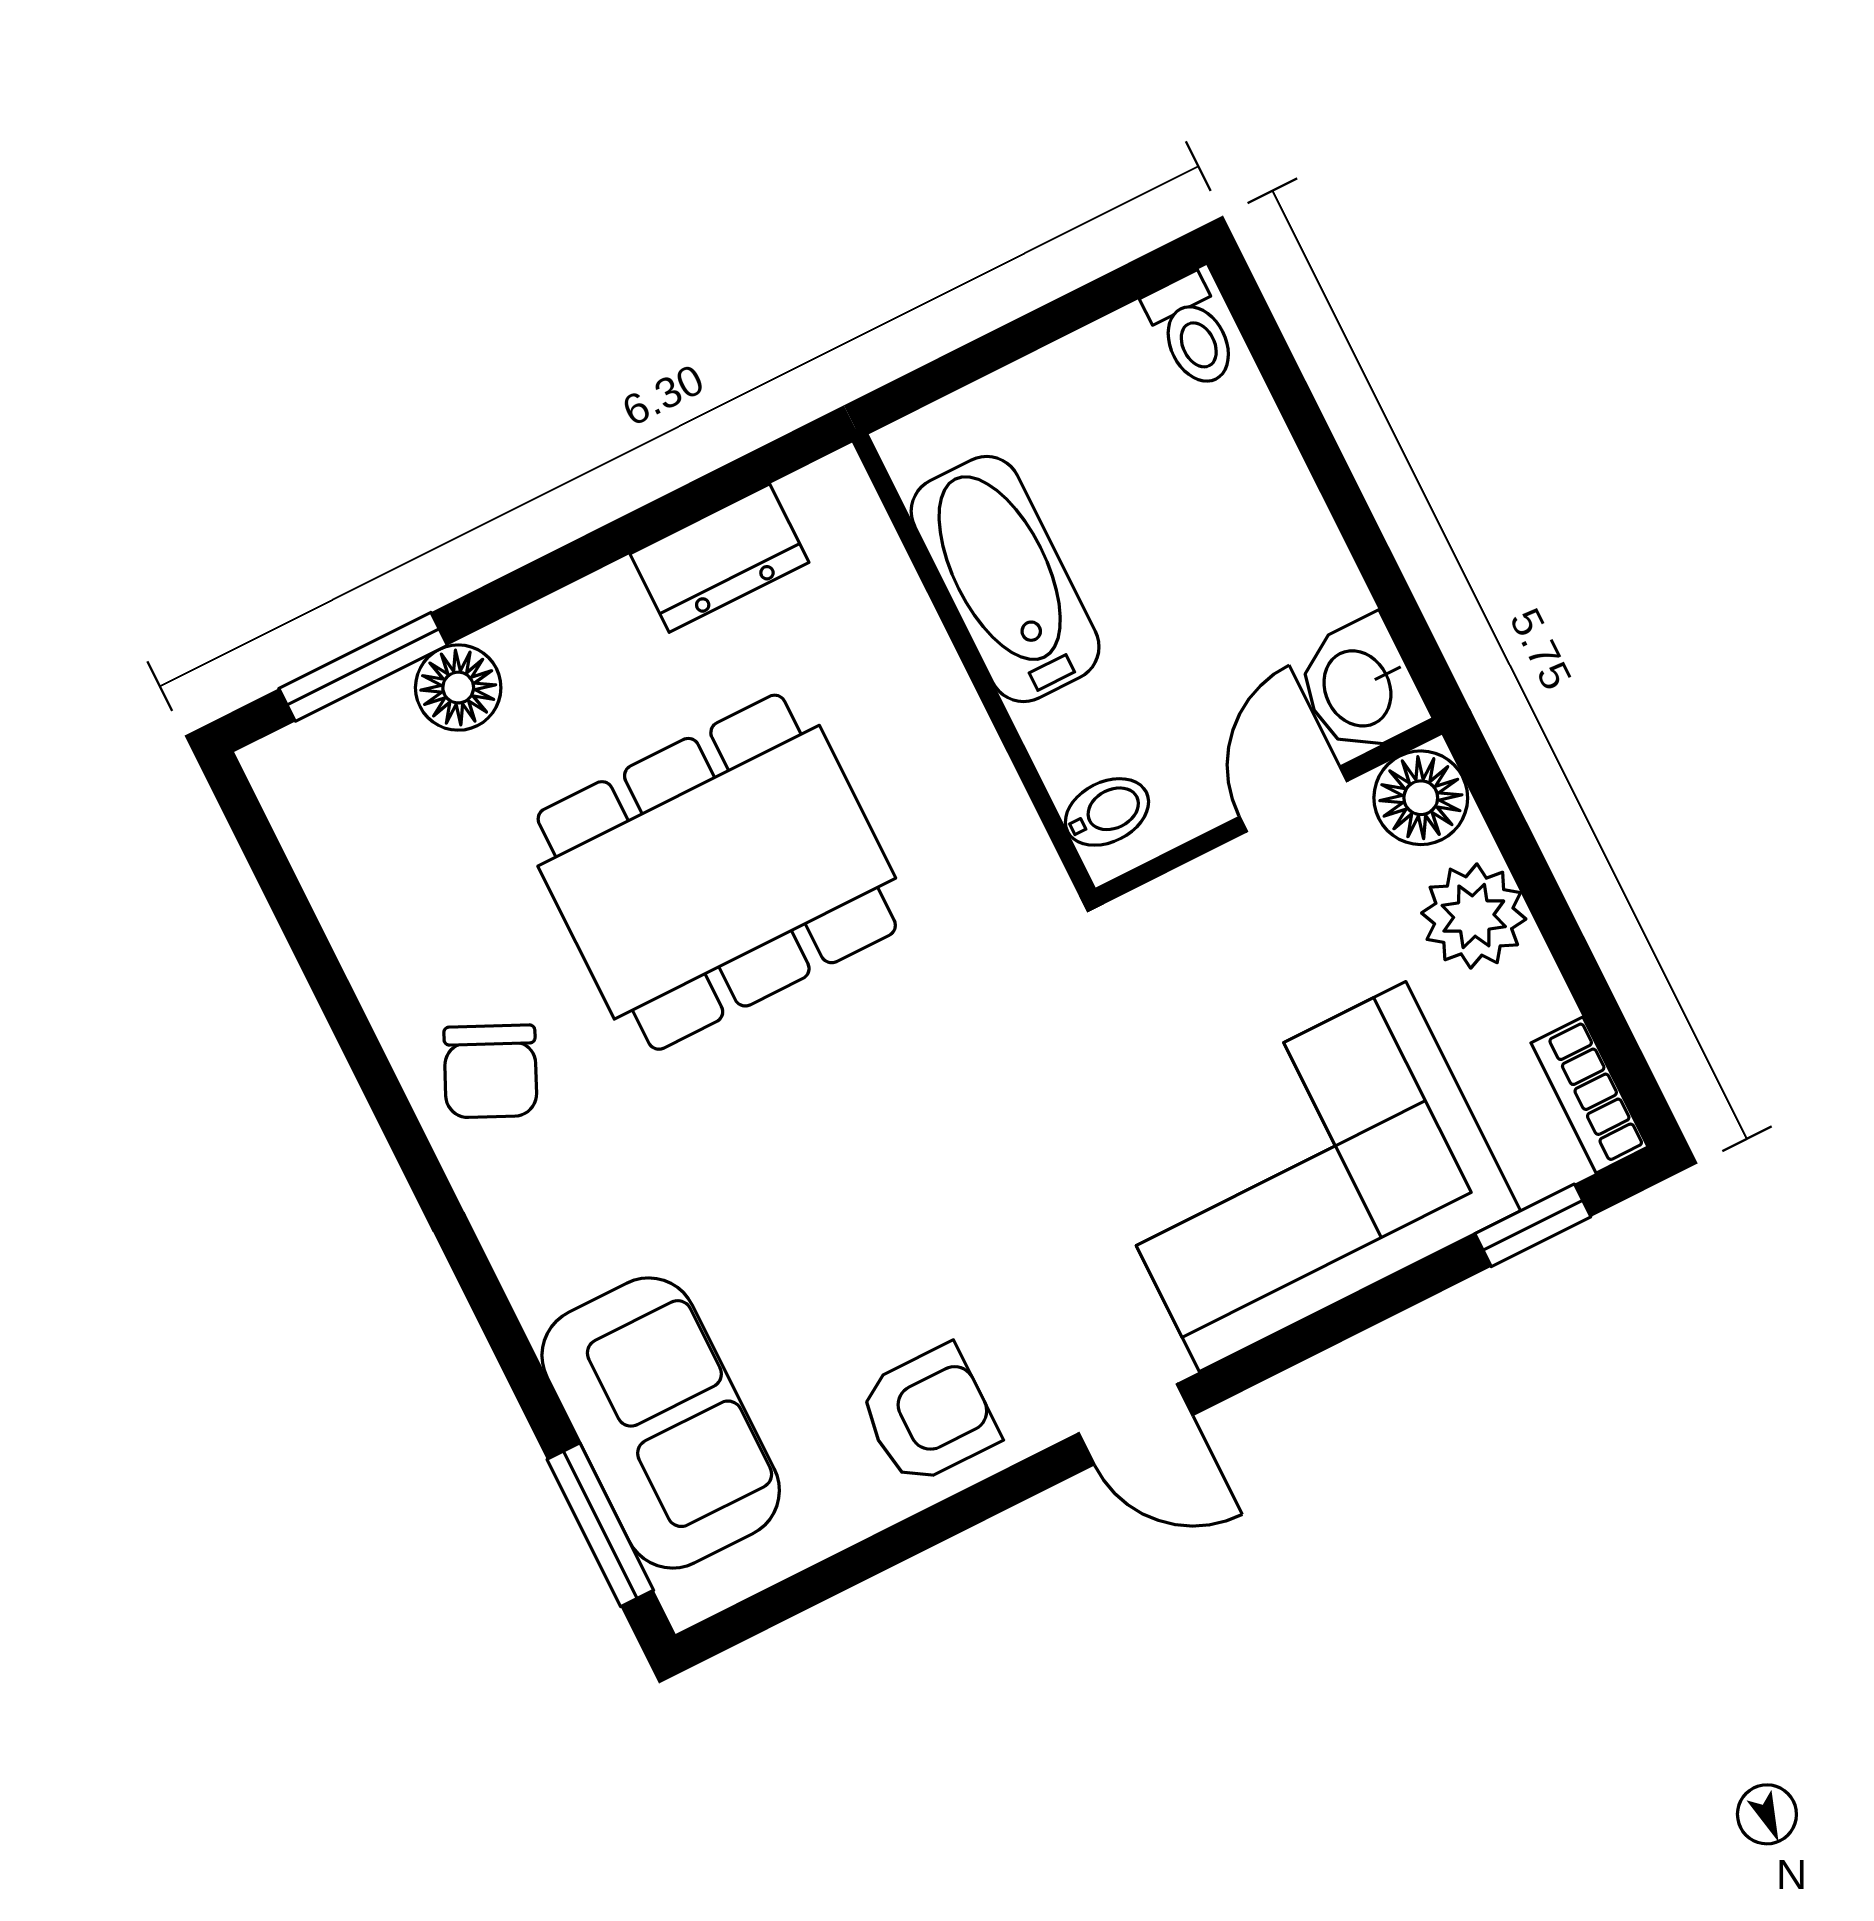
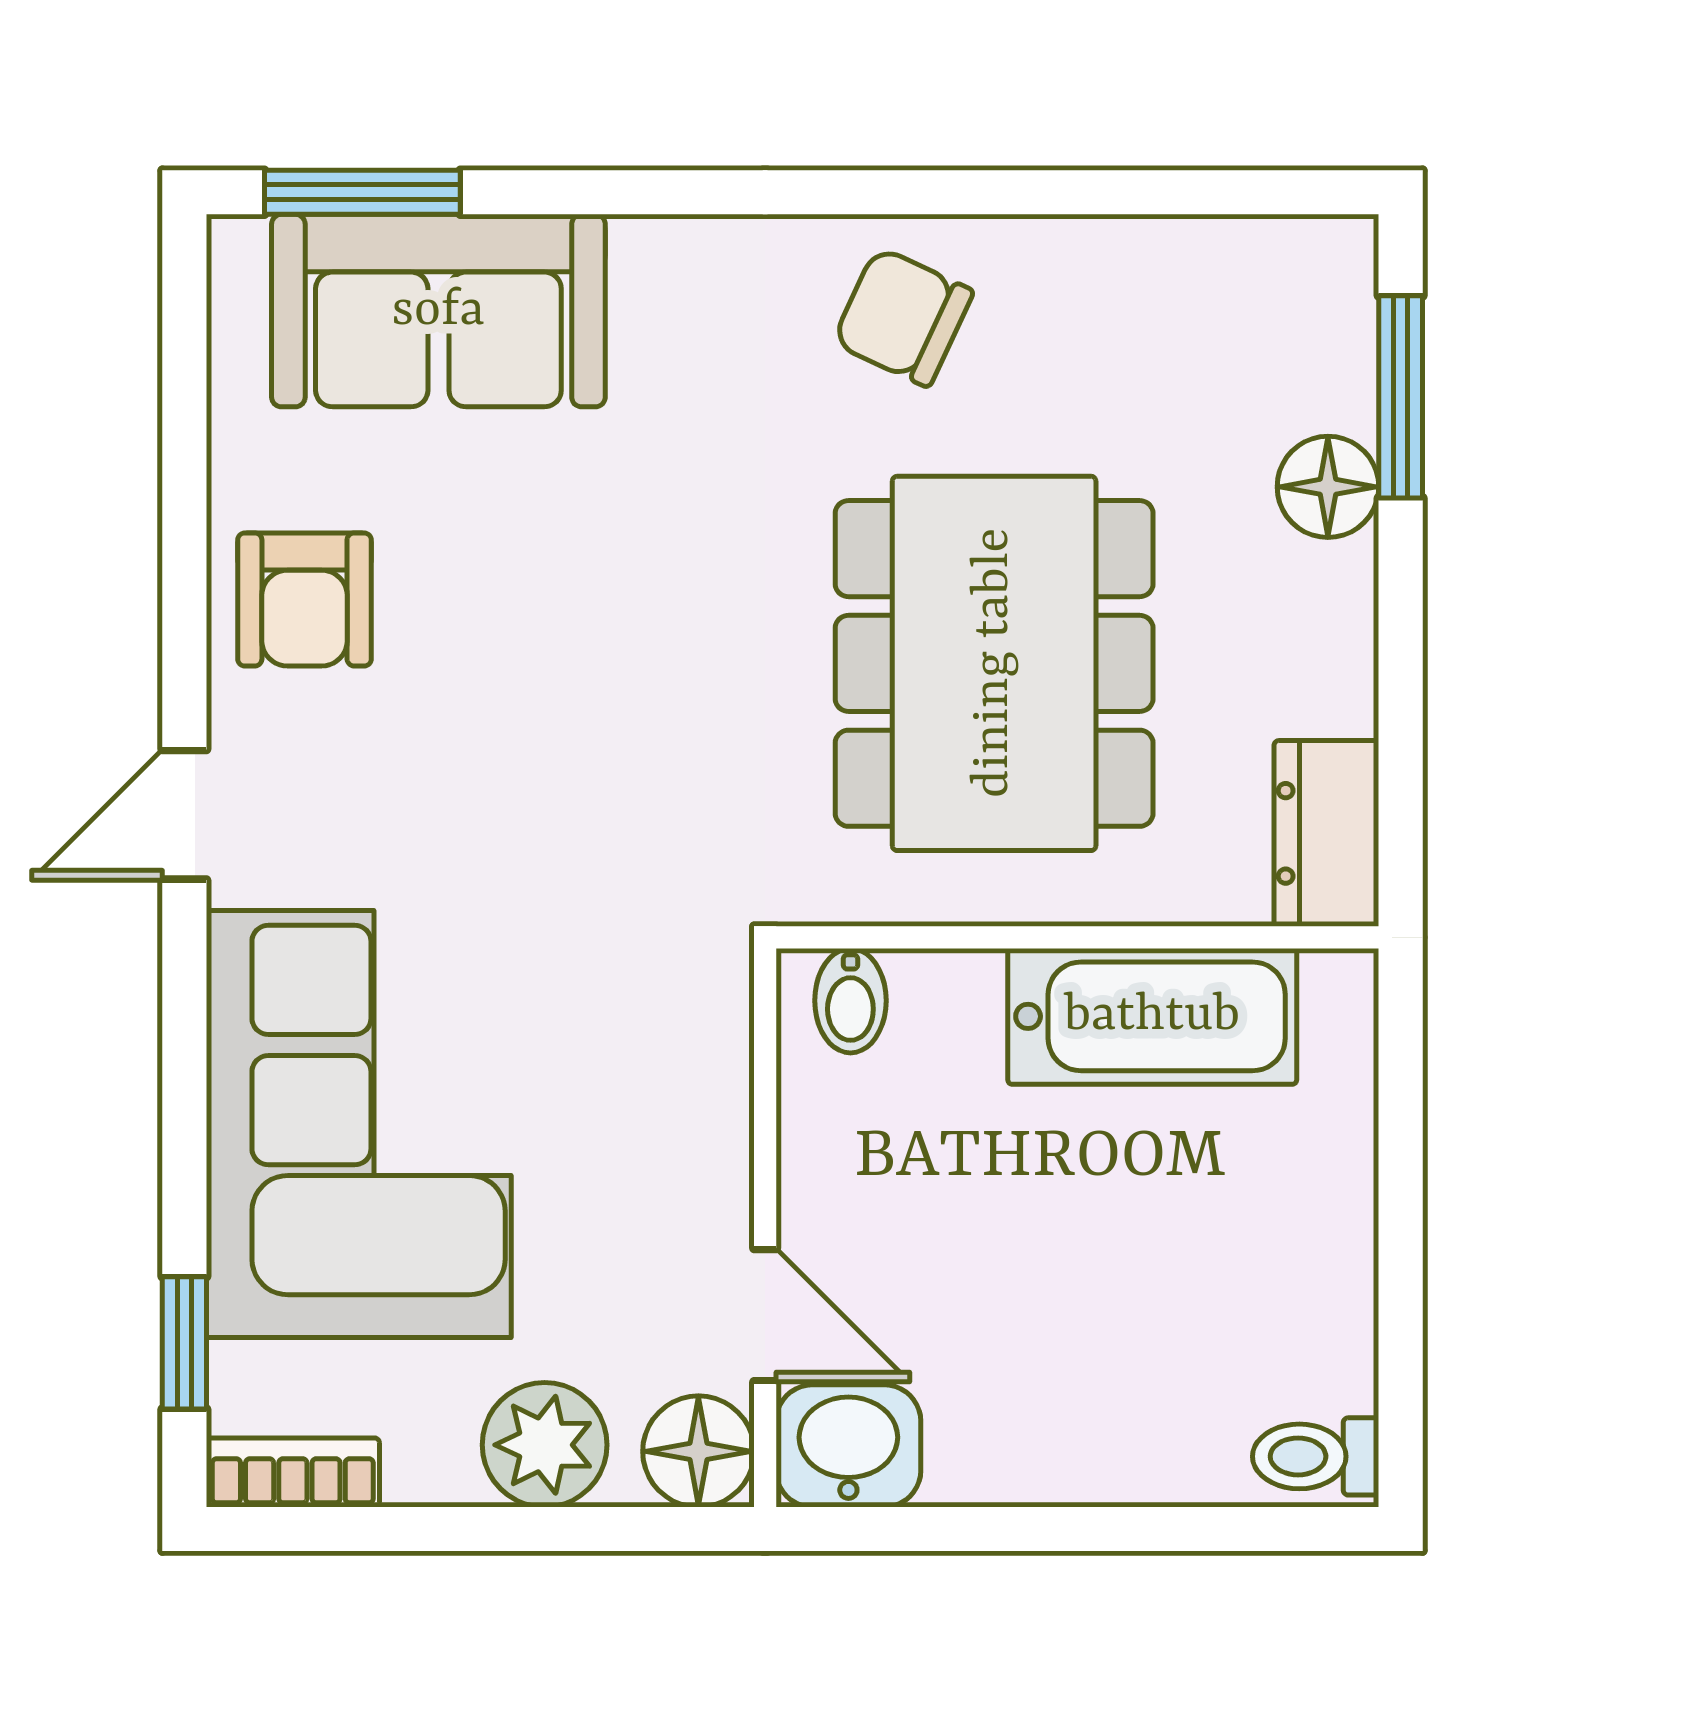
bathtub: (1005, 579) -> (1152, 1016), moved
wall: (974, 665) -> (1077, 937), moved
bidet: (1107, 812) -> (850, 1001), moved

